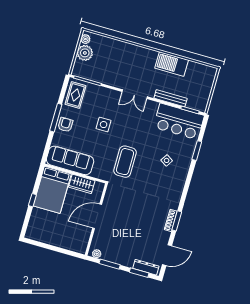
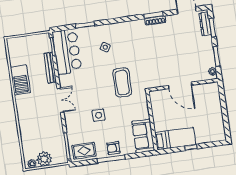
sofa: (70, 160) -> (143, 136), width x0.73
coffee table: (125, 162) -> (122, 83), turned 90
wardrobe: (82, 184) -> (158, 111), removed
bed: (52, 190) -> (175, 139), width x0.67

